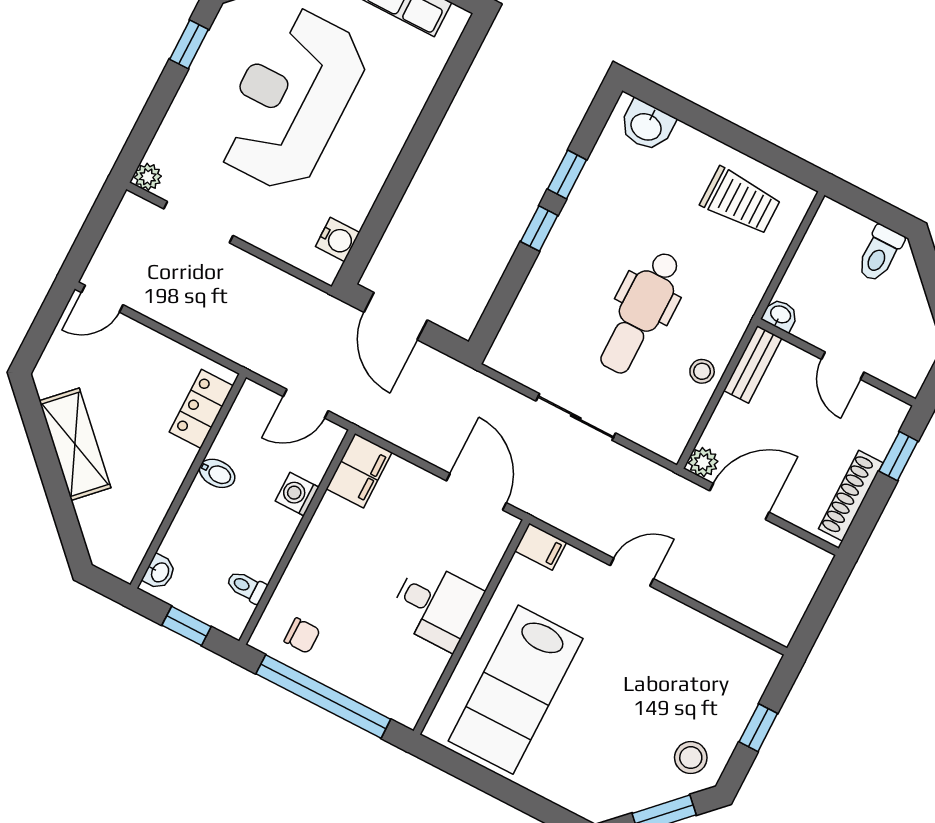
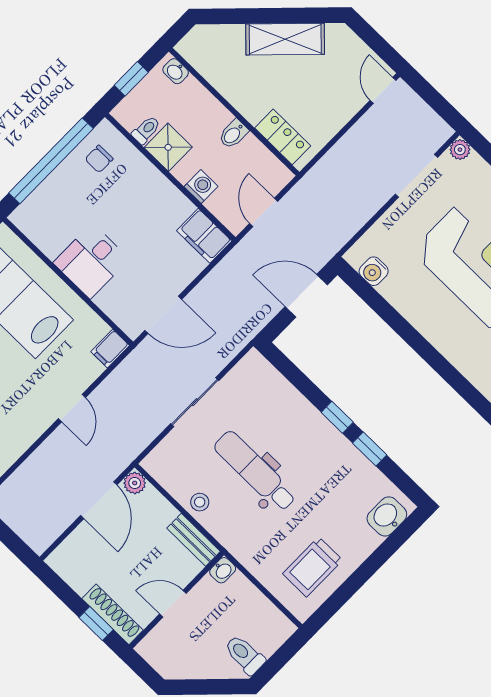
shoe rack: (851, 496) -> (112, 614), moved
shower: (260, 552) -> (168, 147), added

